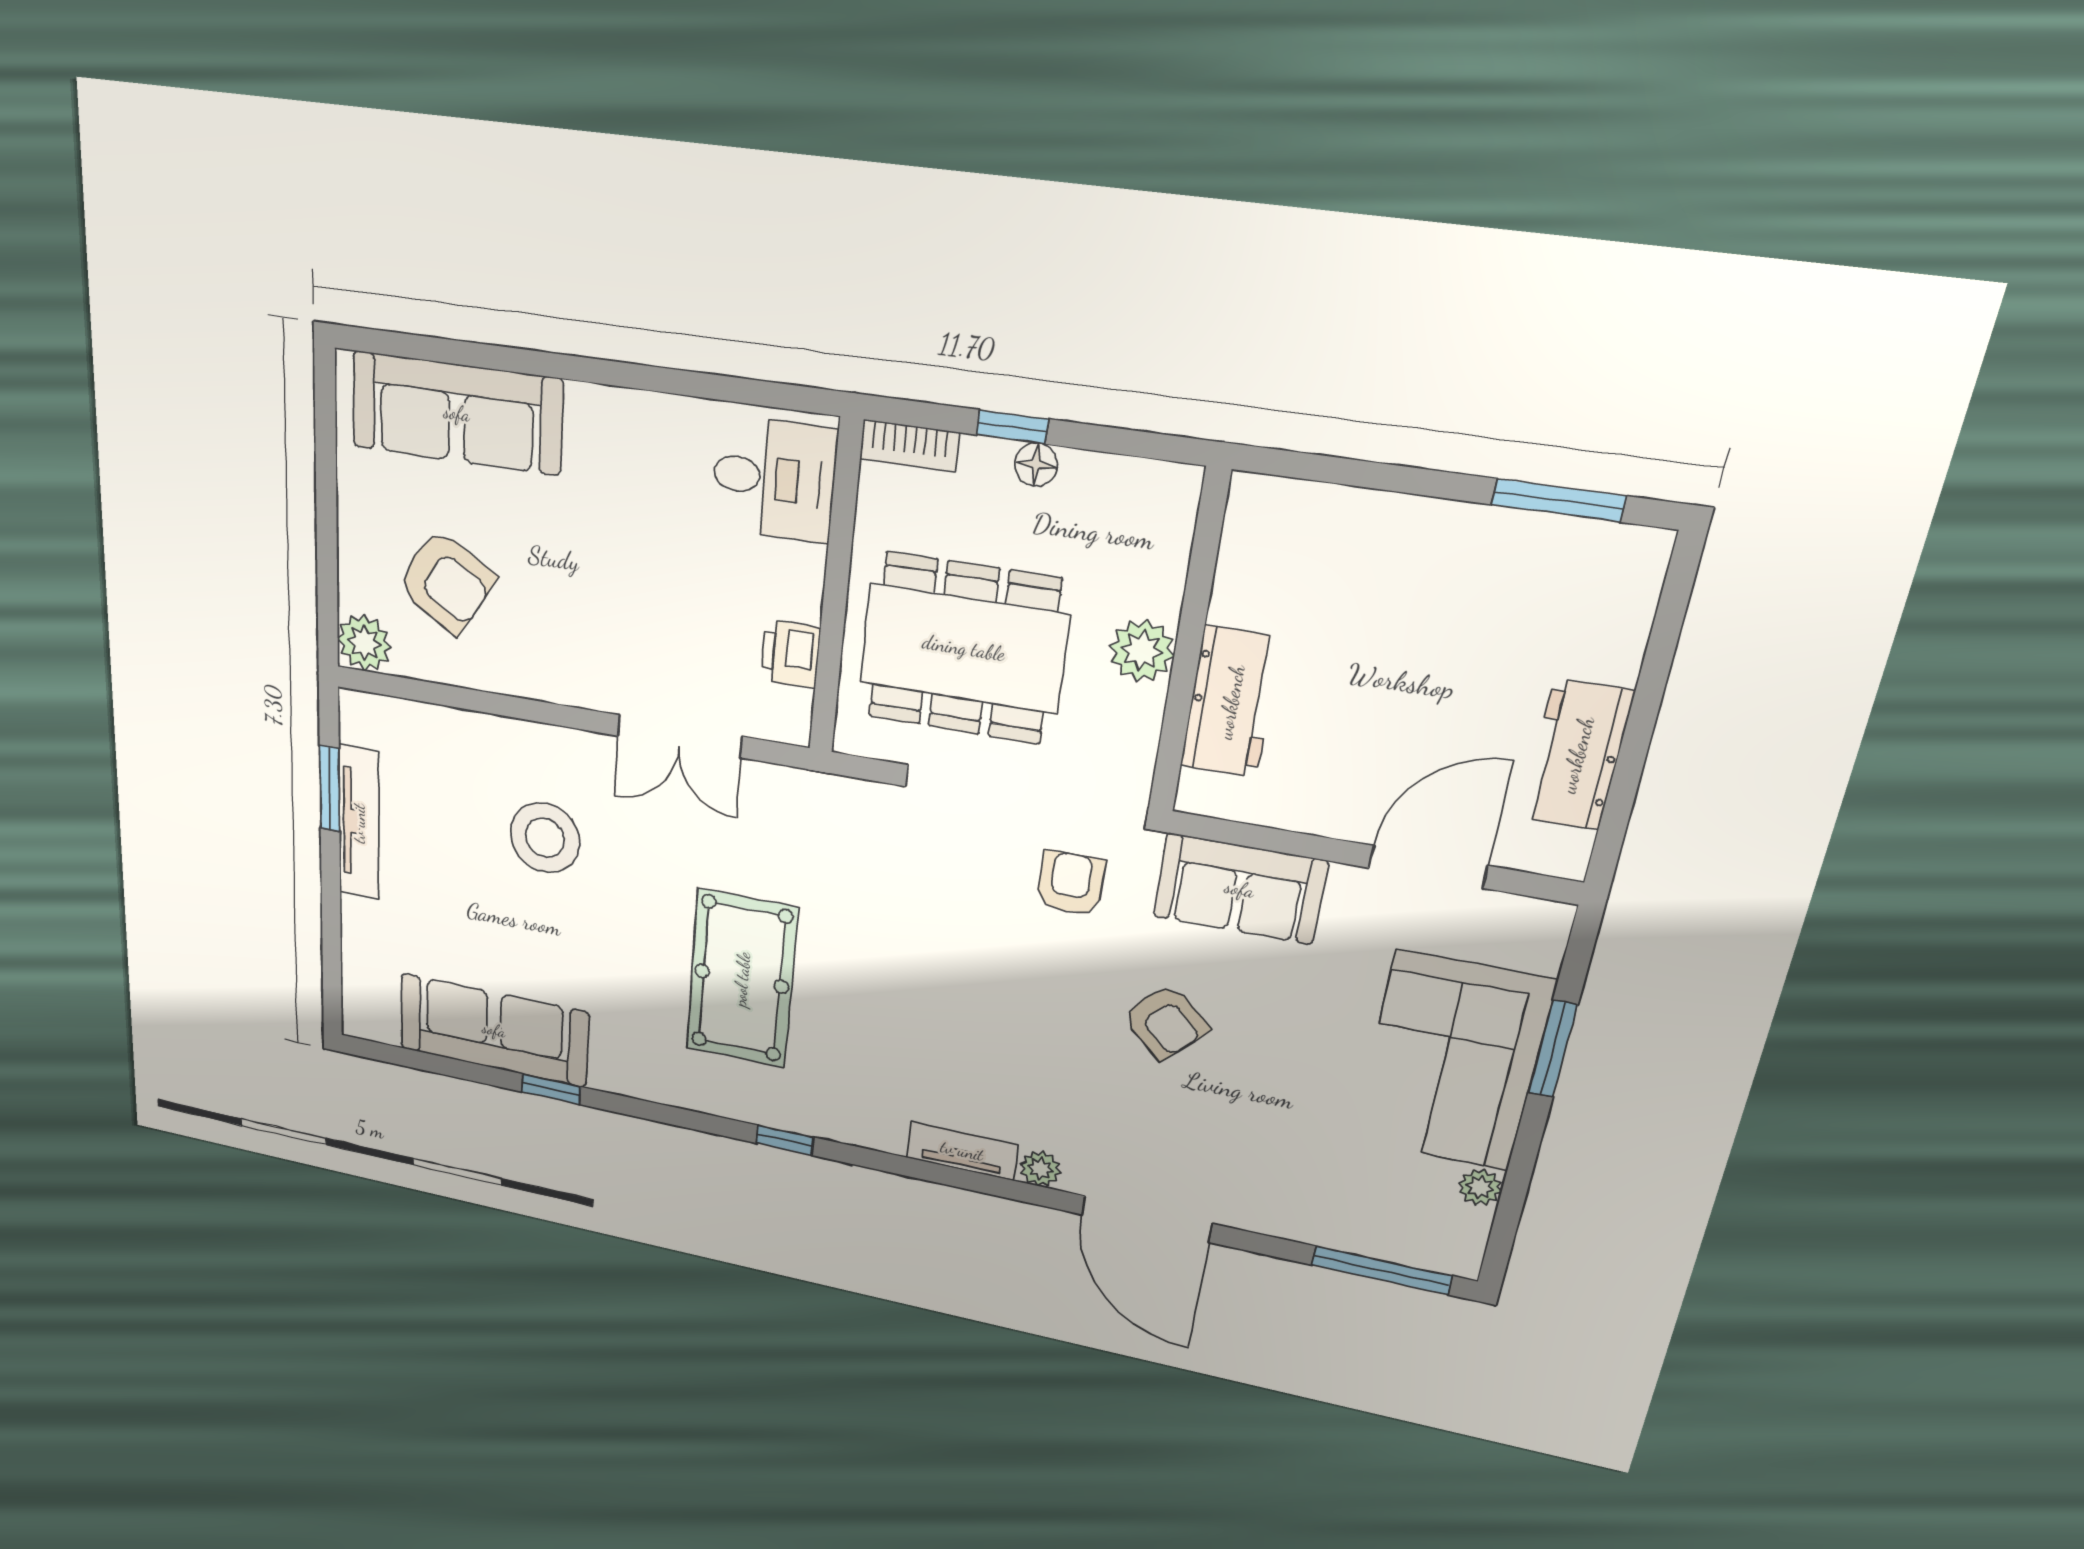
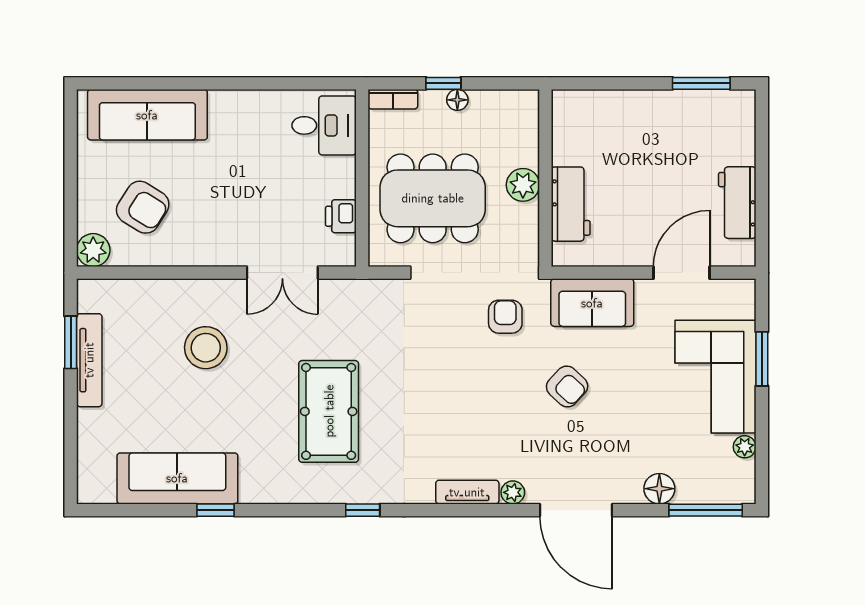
floor lamp: (1303, 1219) -> (659, 489), added

